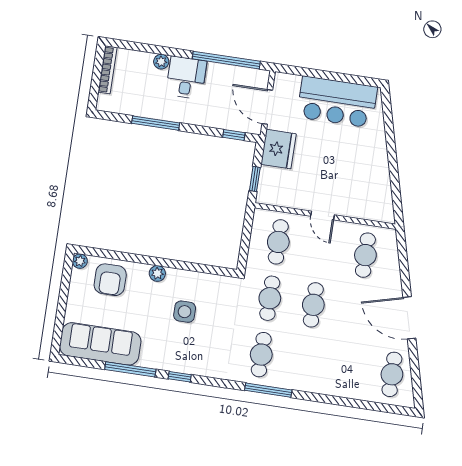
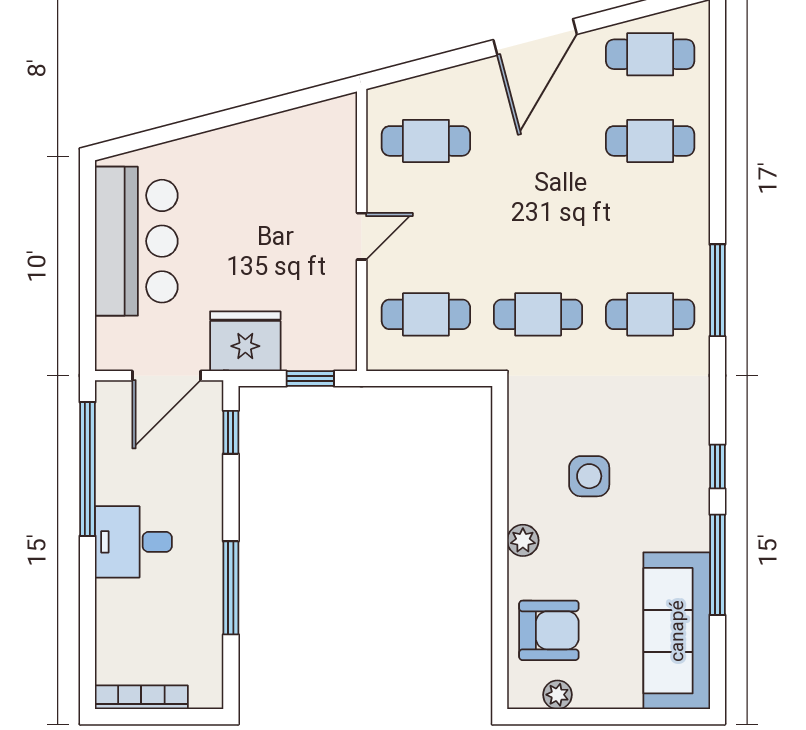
plant: (161, 62) -> (110, 595), removed
plant: (80, 261) -> (557, 695), moved
cafe table: (313, 305) -> (650, 141), moved

